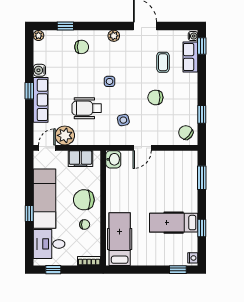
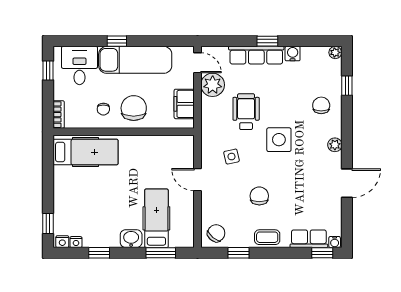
chair: (82, 47) -> (321, 105), turned 180
coffee table: (163, 62) -> (267, 237), moved
side table: (110, 81) -> (279, 140), width x1.87, depth x1.87
washbasin: (113, 159) -> (131, 239), moved, turned 180
hospital bed: (174, 223) -> (156, 218), moved
nightstand: (193, 247) -> (76, 242), added

